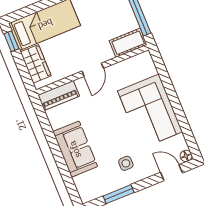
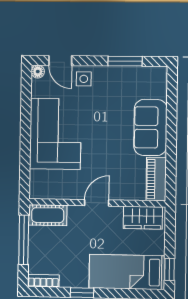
wardrobe: (36, 64) -> (143, 218), moved, turned -90
piano: (59, 95) -> (156, 179), moved, turned -90
side table: (126, 163) -> (84, 79), moved

